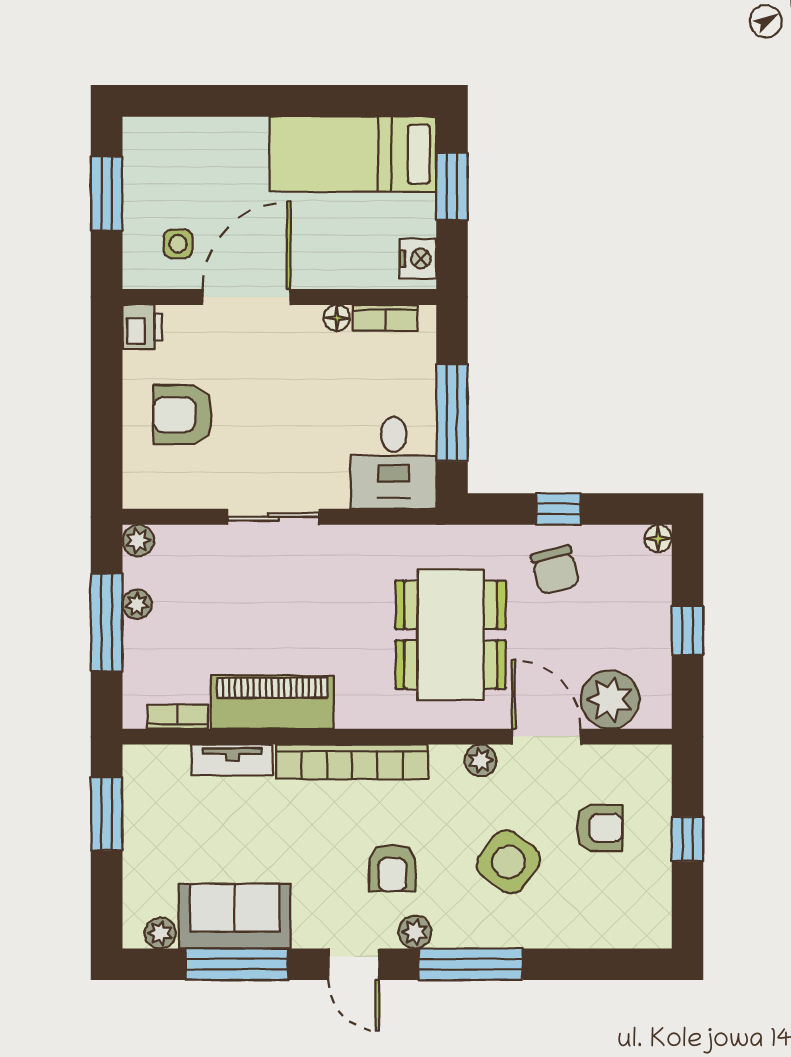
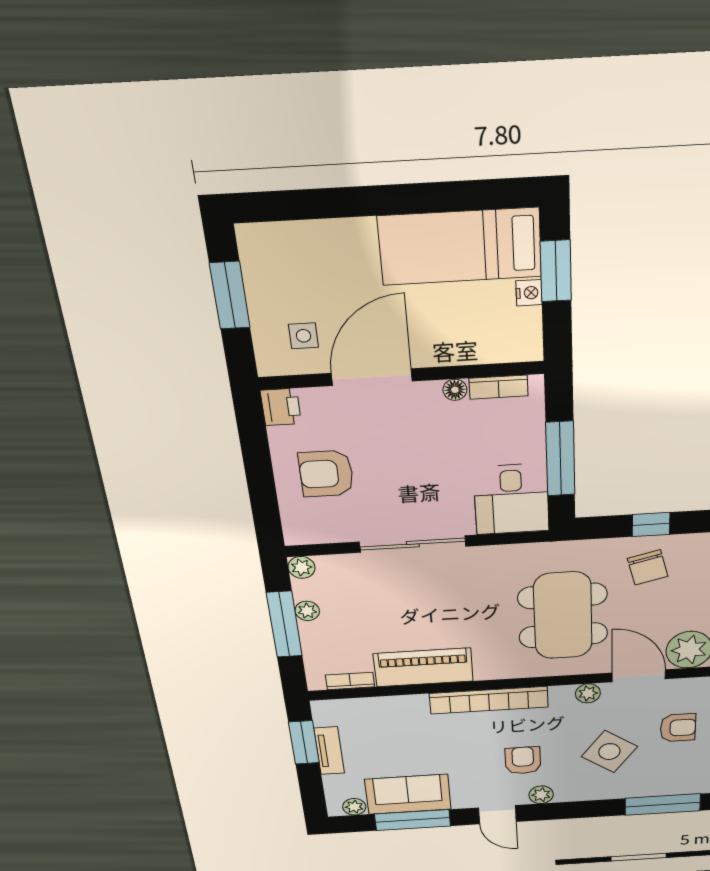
nightstand: (418, 259) -> (529, 293), moved, width x0.72, depth x0.74
sliding door: (274, 517) -> (413, 544), width x1.37
tv unit: (232, 760) -> (329, 751), moved, turned -90
armchair: (392, 868) -> (523, 760), turned 180
window: (471, 964) -> (663, 805), moved

